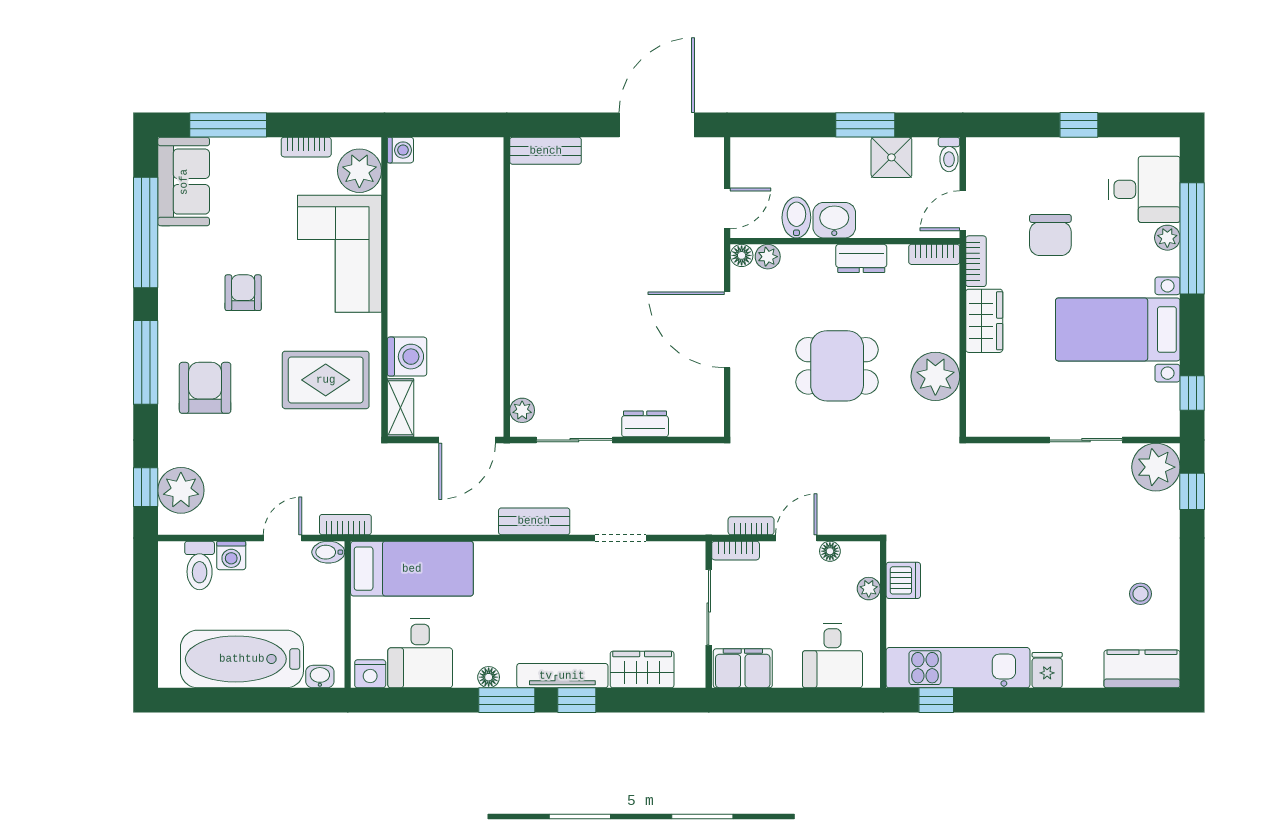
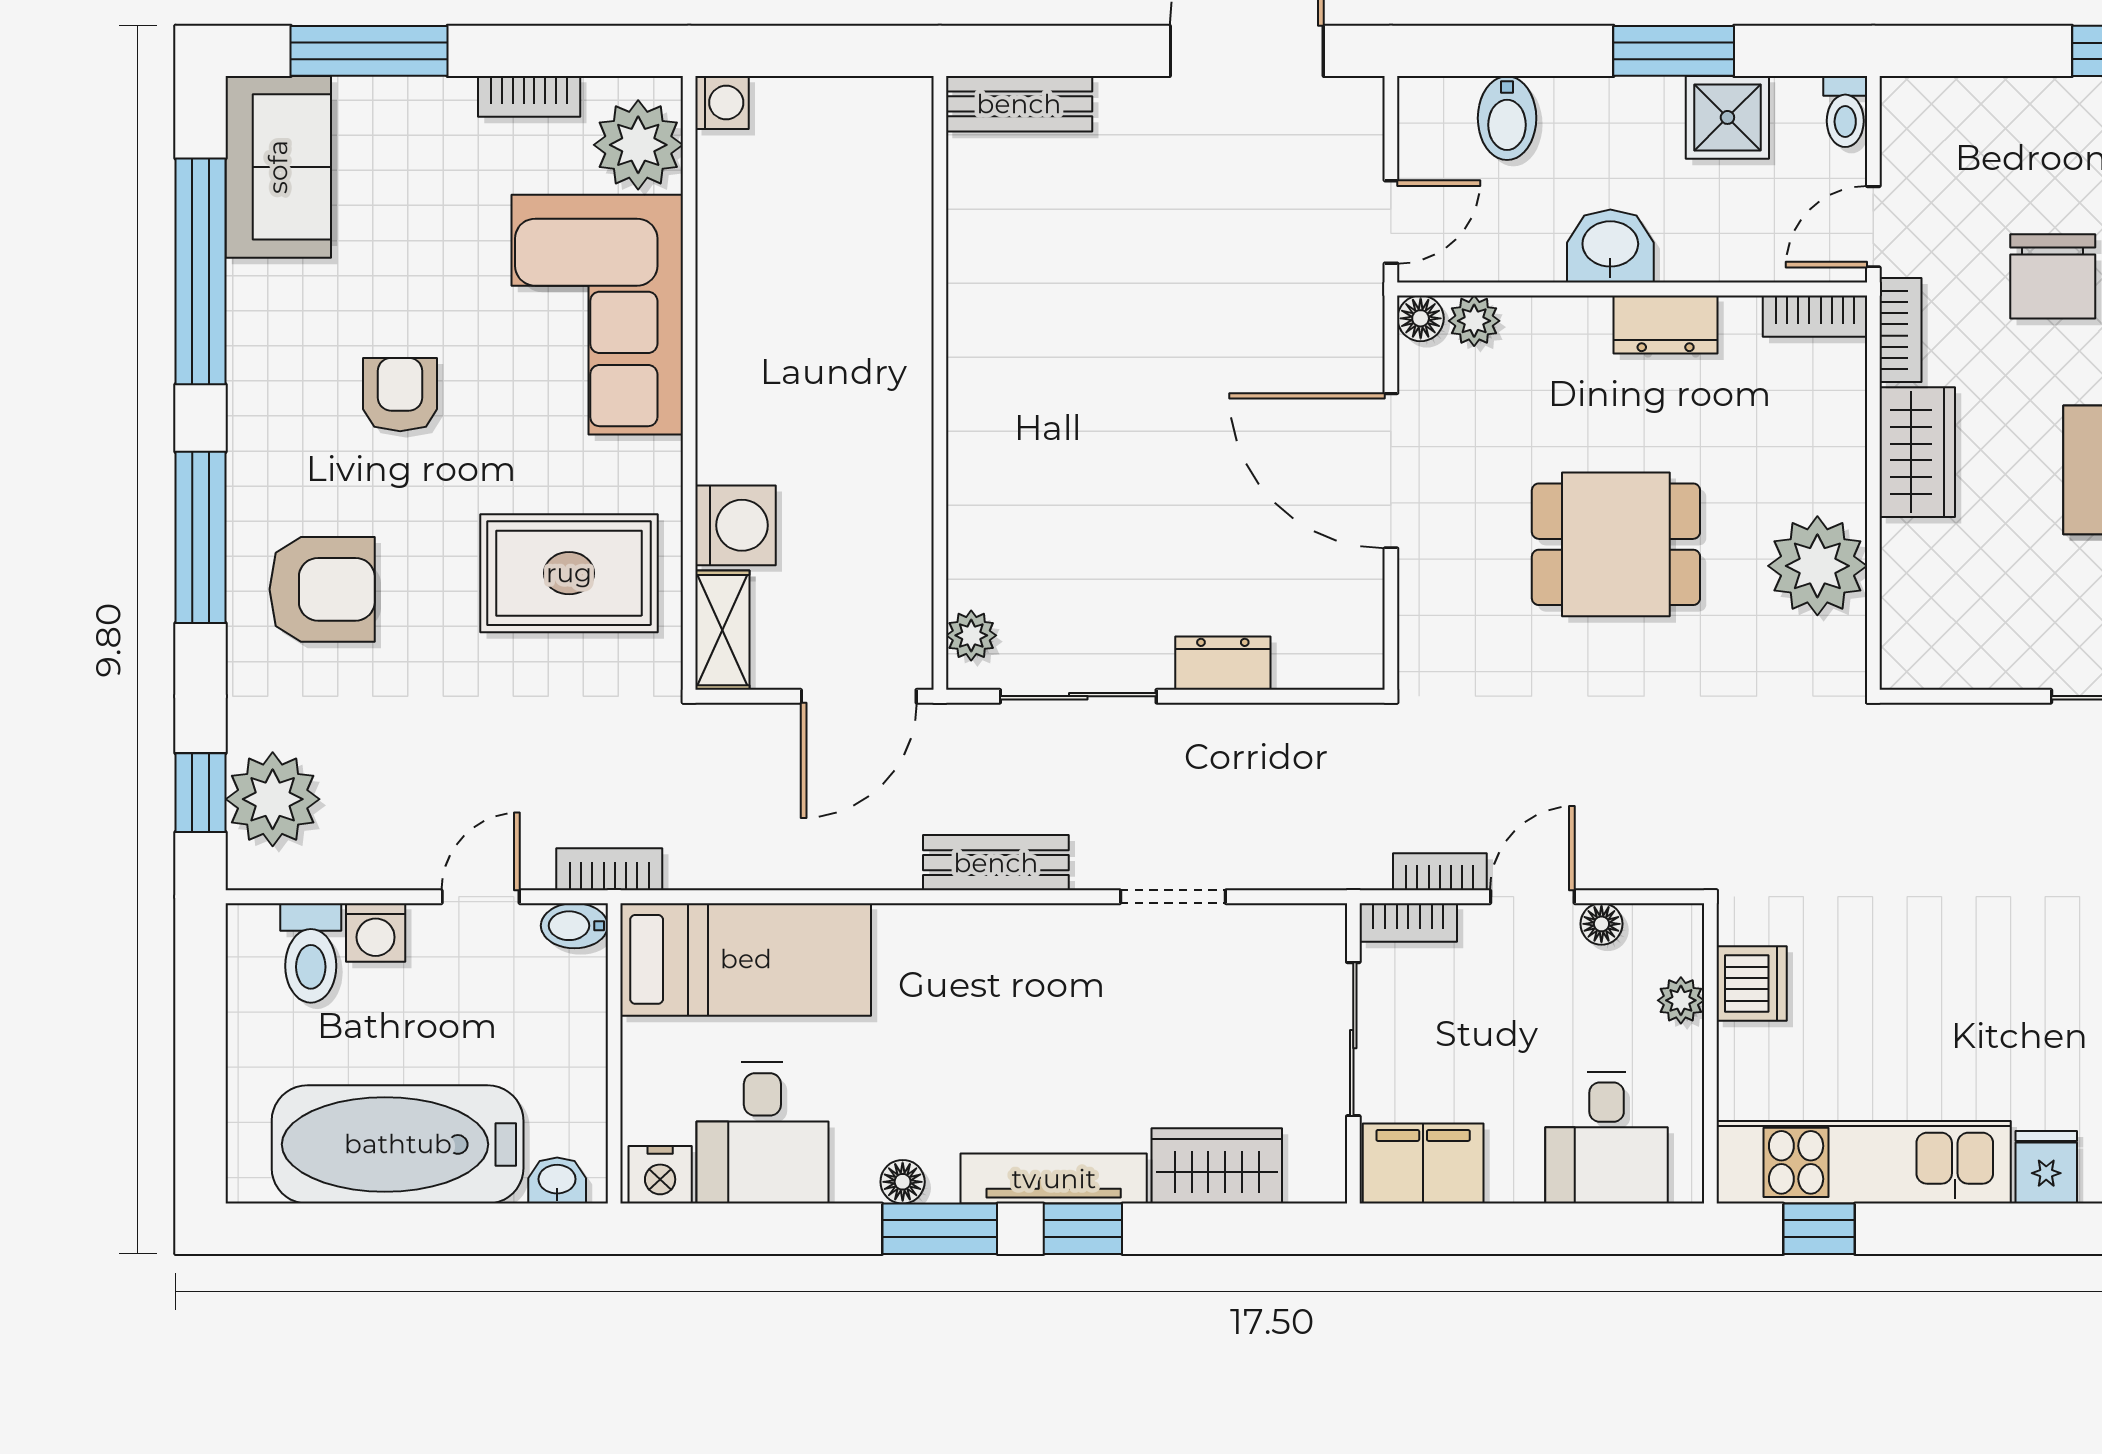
bidet: (796, 218) -> (1507, 118), moved, turned 180
armchair: (205, 388) -> (322, 589), turned 90

